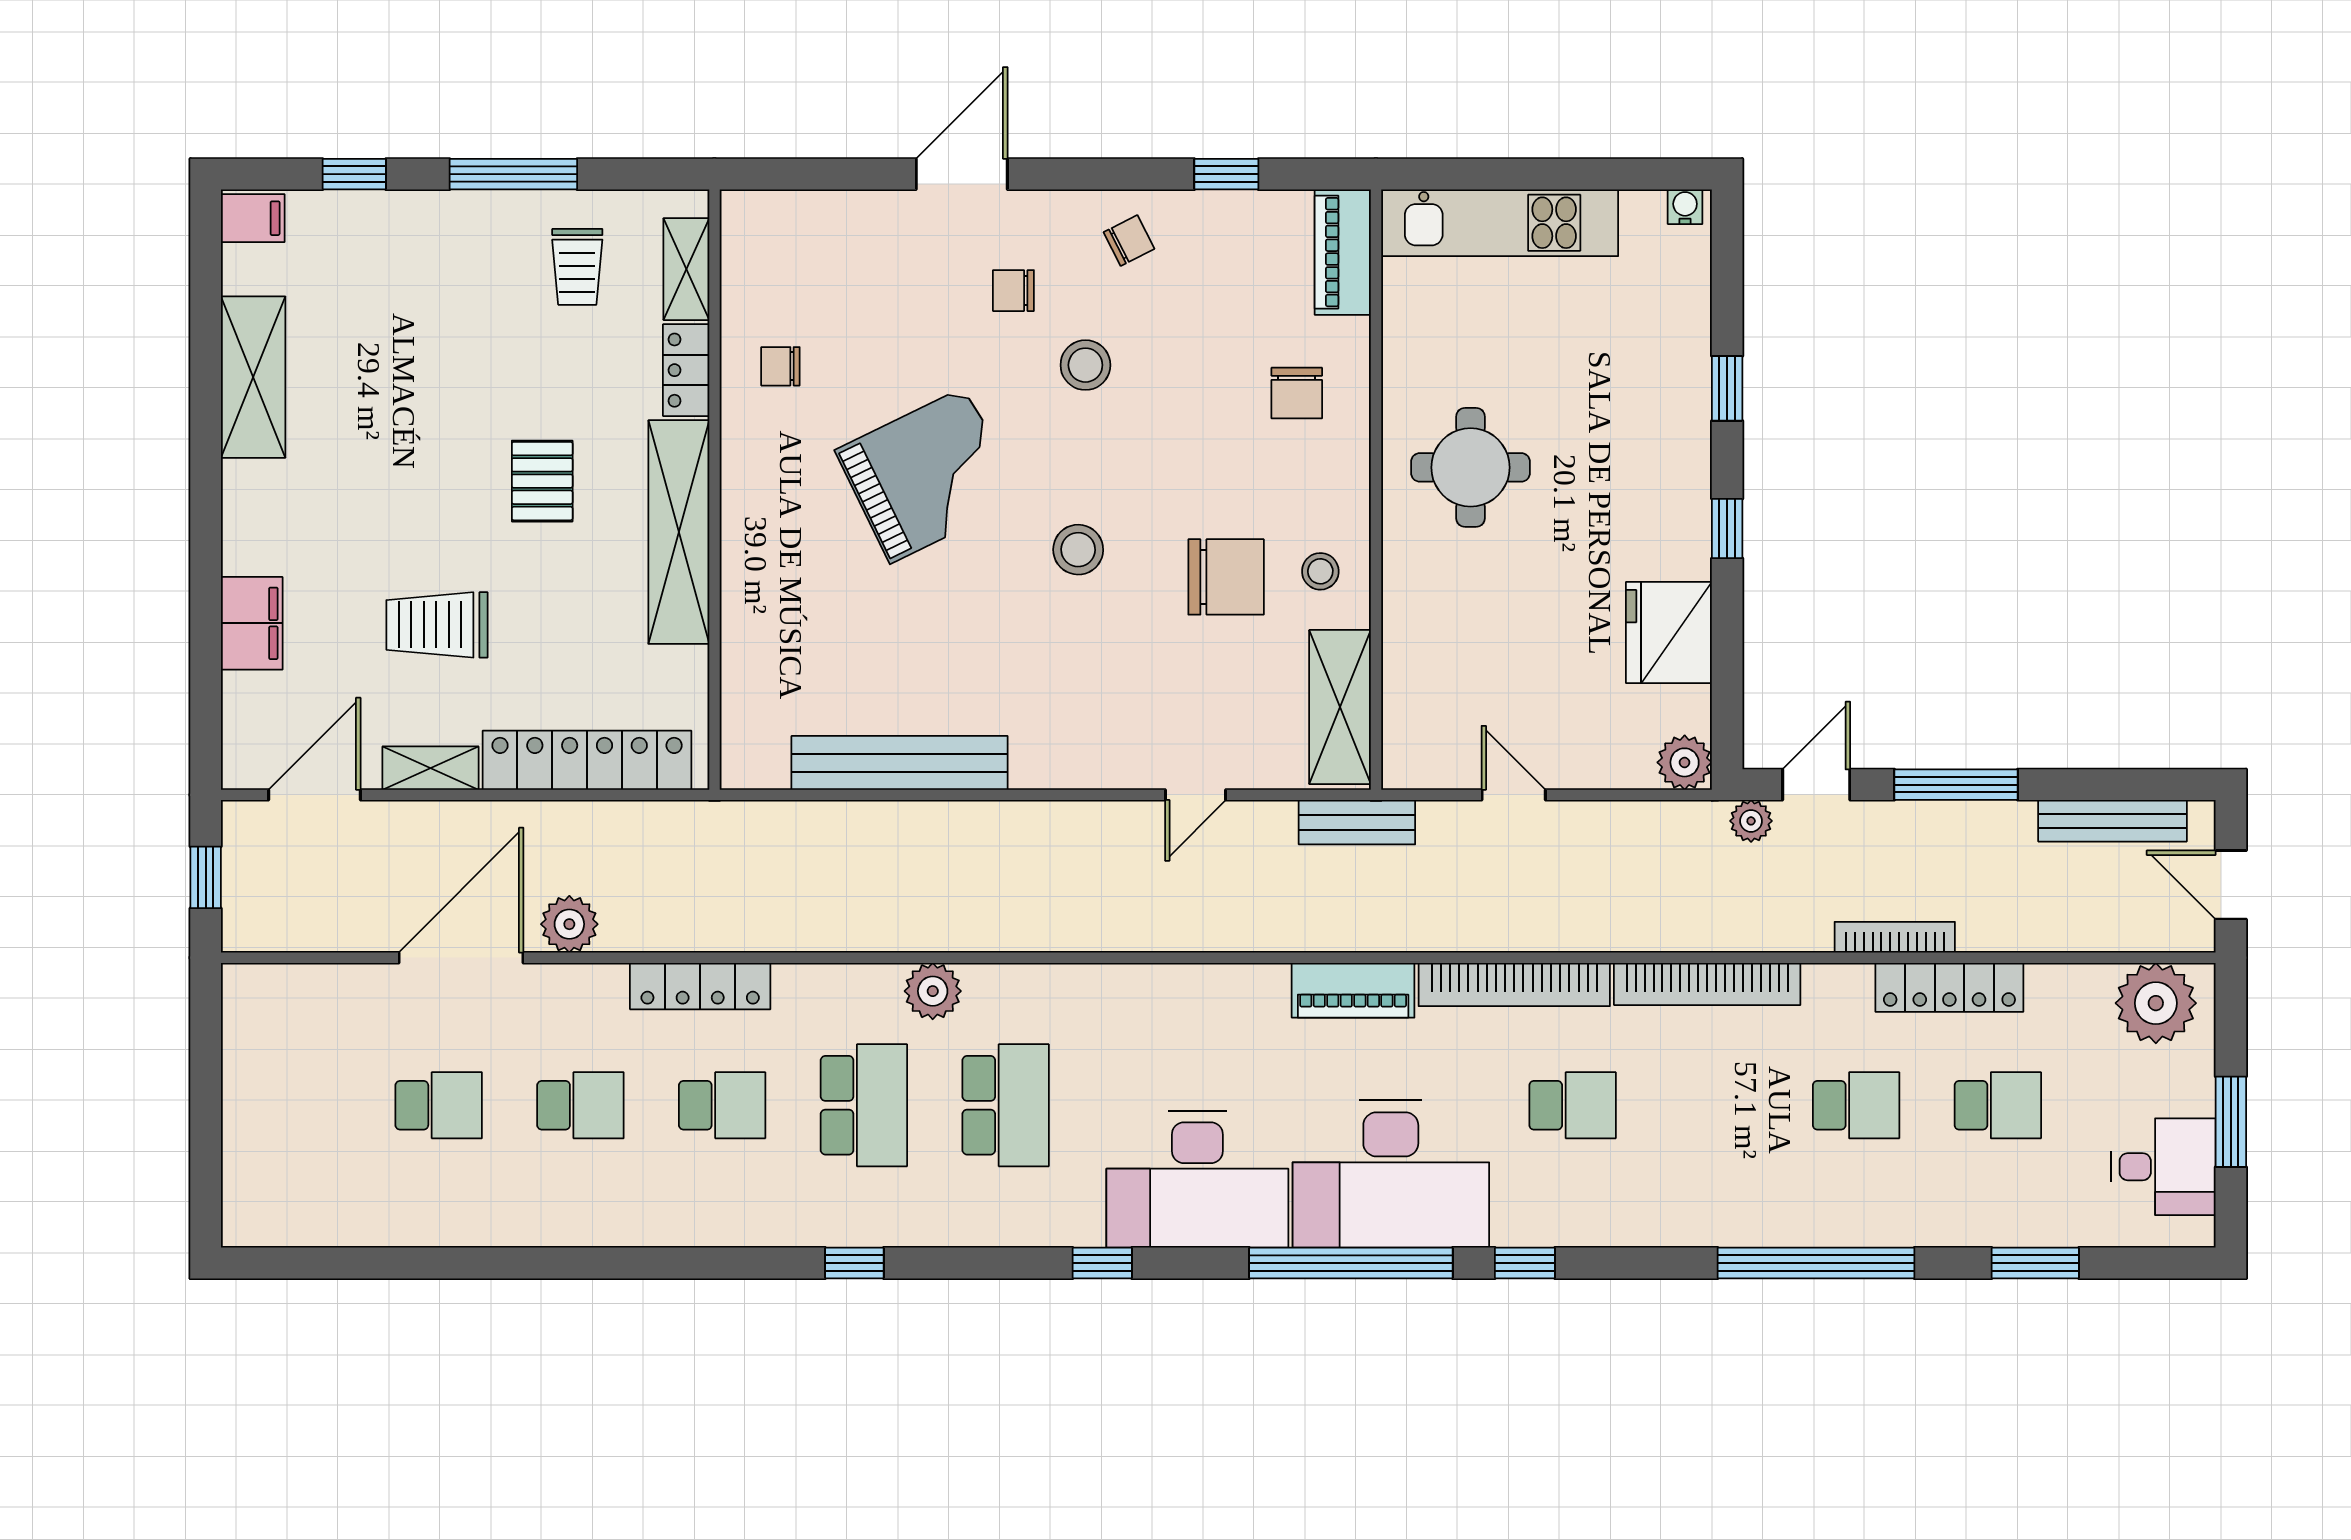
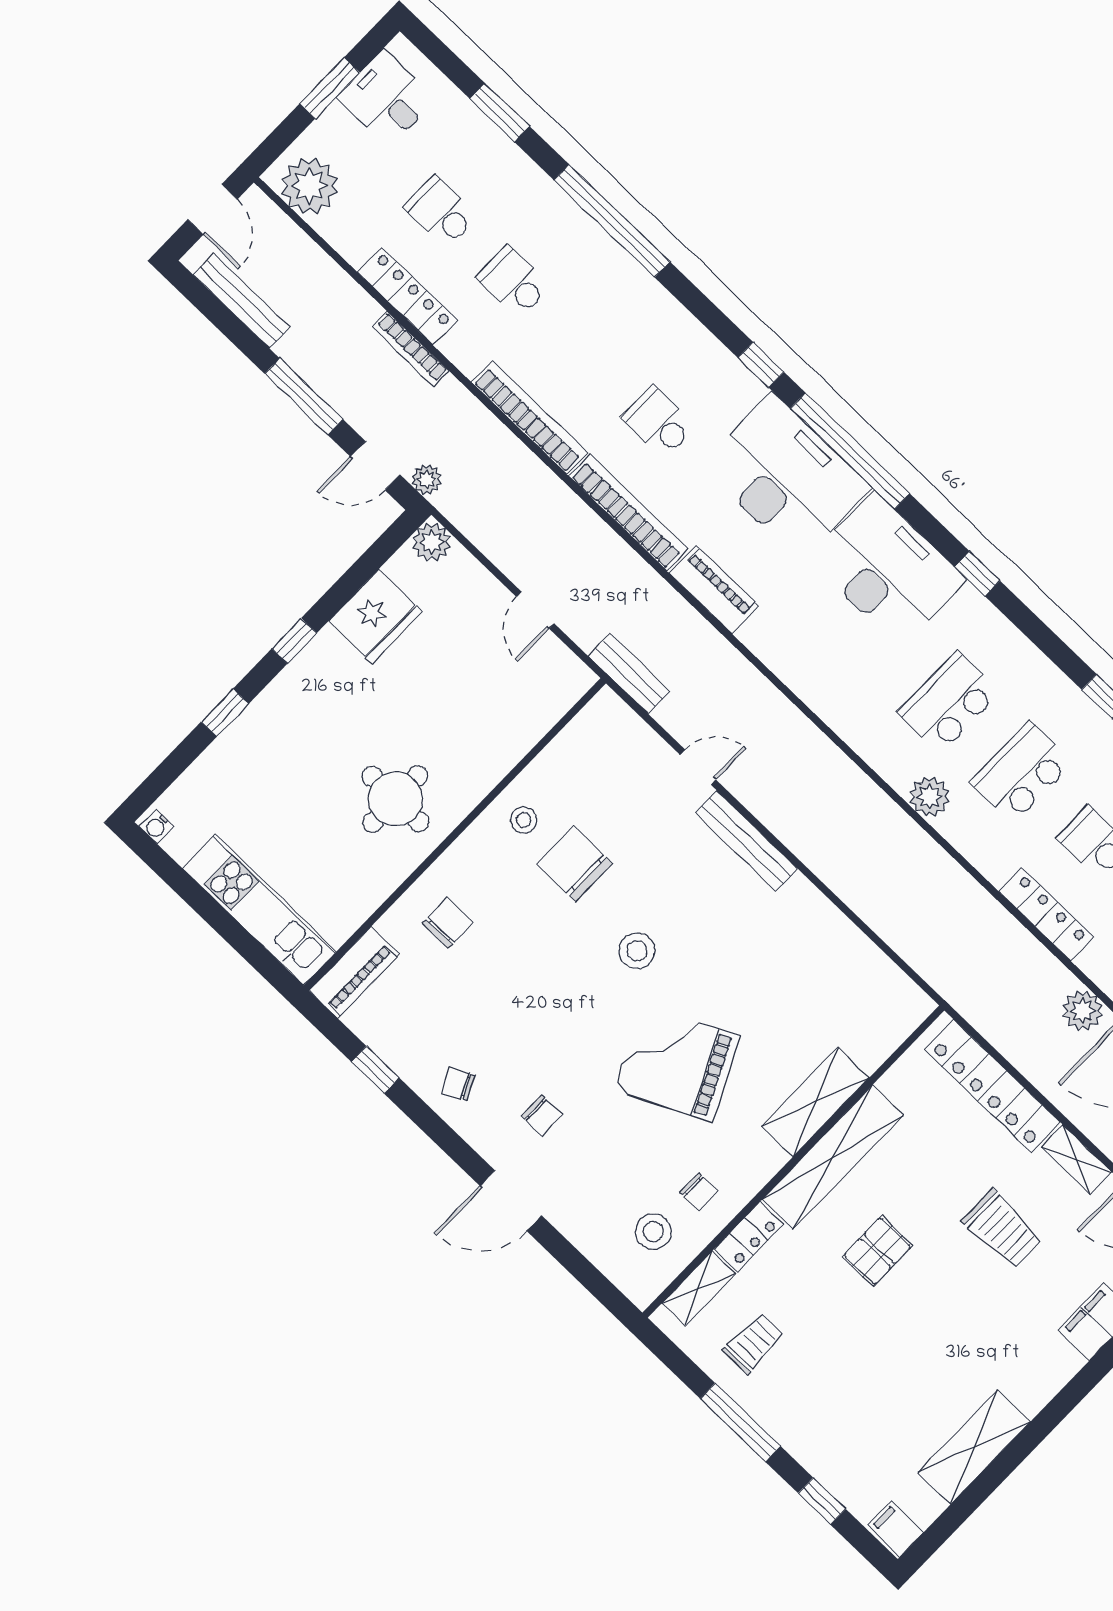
stool: (1085, 365) -> (653, 1232), moved
shelving: (1340, 707) -> (815, 1102), moved
bench: (900, 763) -> (746, 841), moved, width x0.73, depth x0.82

